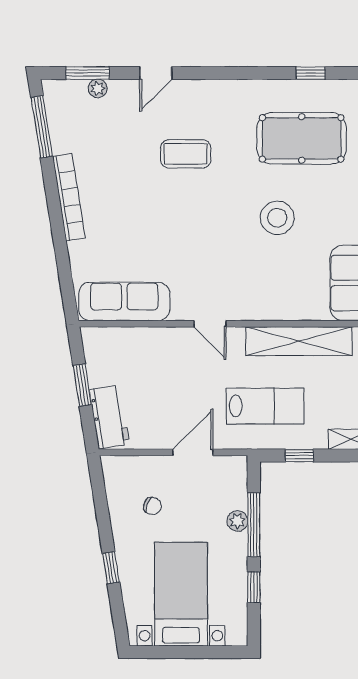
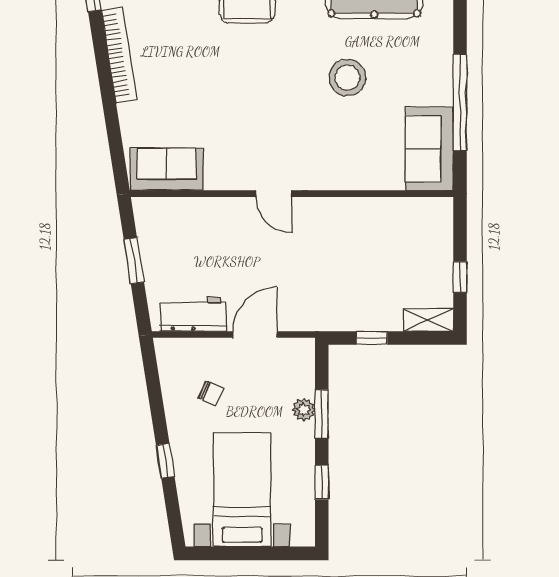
sofa: (124, 302) -> (167, 169), width x0.73
shelving: (299, 341) -> (371, 213), removed
lab bench: (265, 406) -> (334, 284), removed
workbench: (109, 417) -> (193, 314), moved, turned -81
window: (254, 525) -> (322, 414), width x0.69

